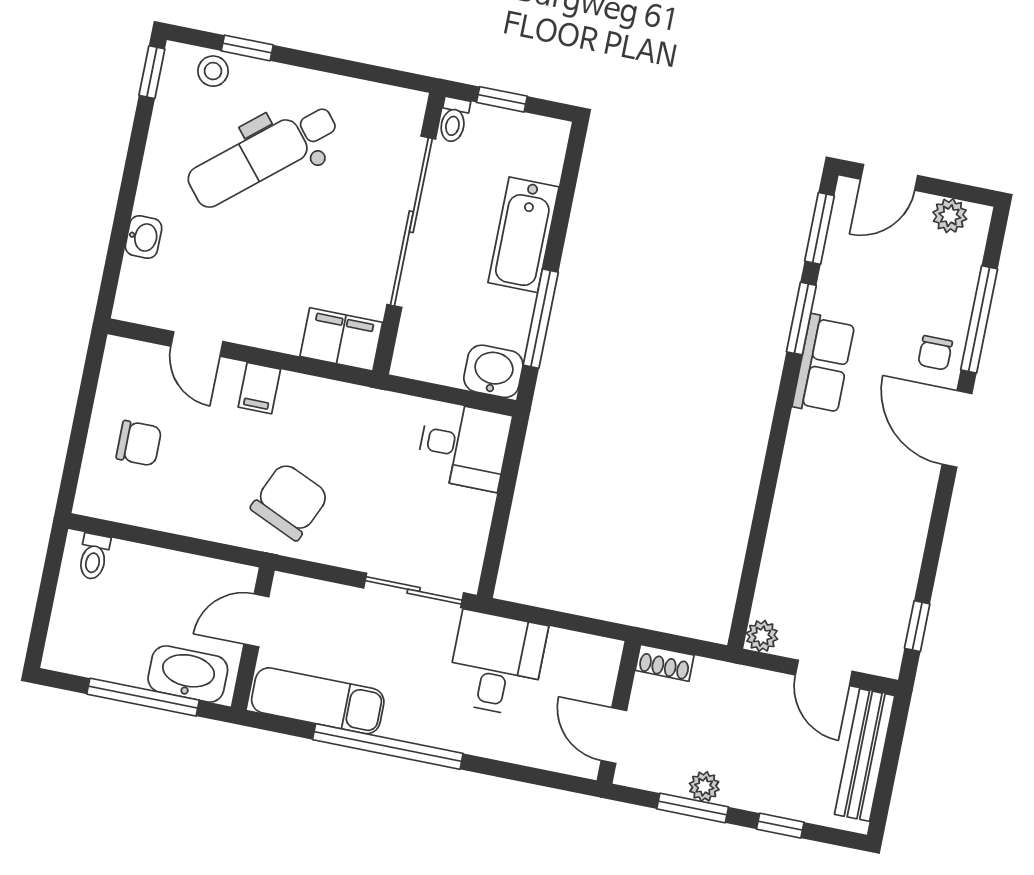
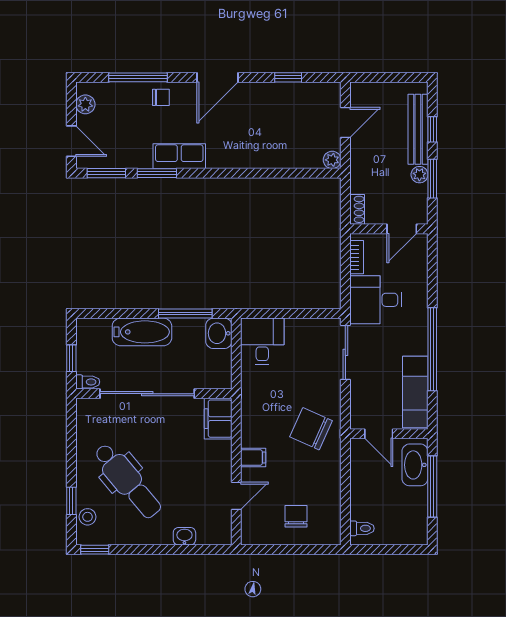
door: (957, 429) -> (217, 77), moved
window: (917, 626) -> (288, 77), moved
bookcase: (580, 645) -> (357, 257), added
bench: (865, 755) -> (418, 129), moved, turned 90

